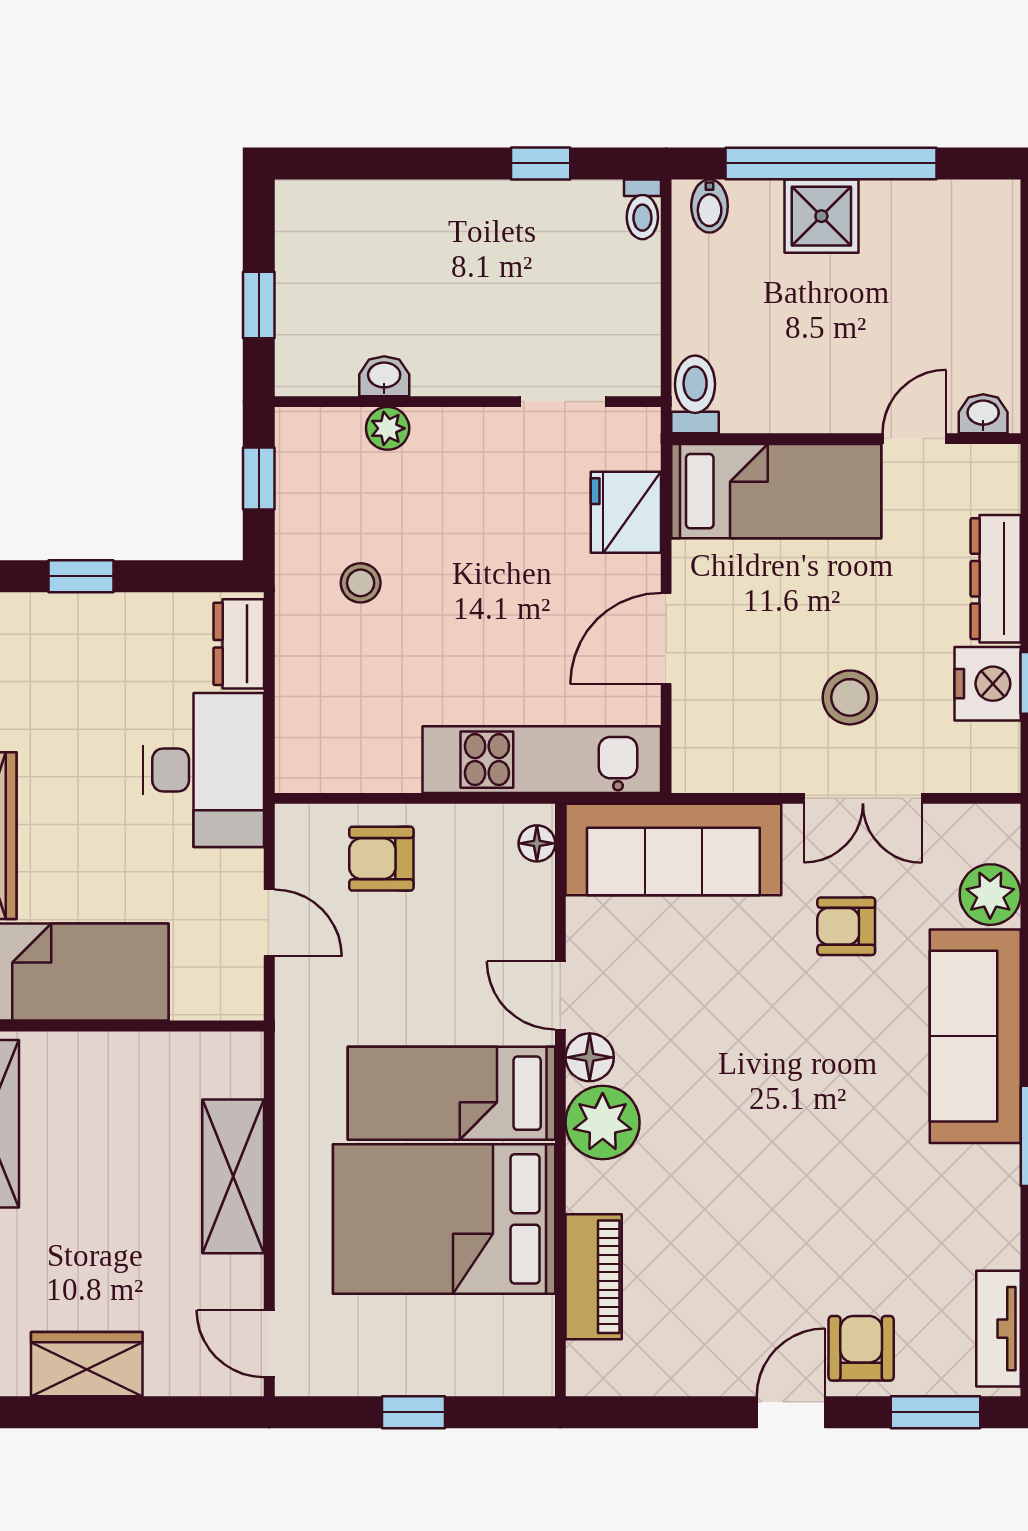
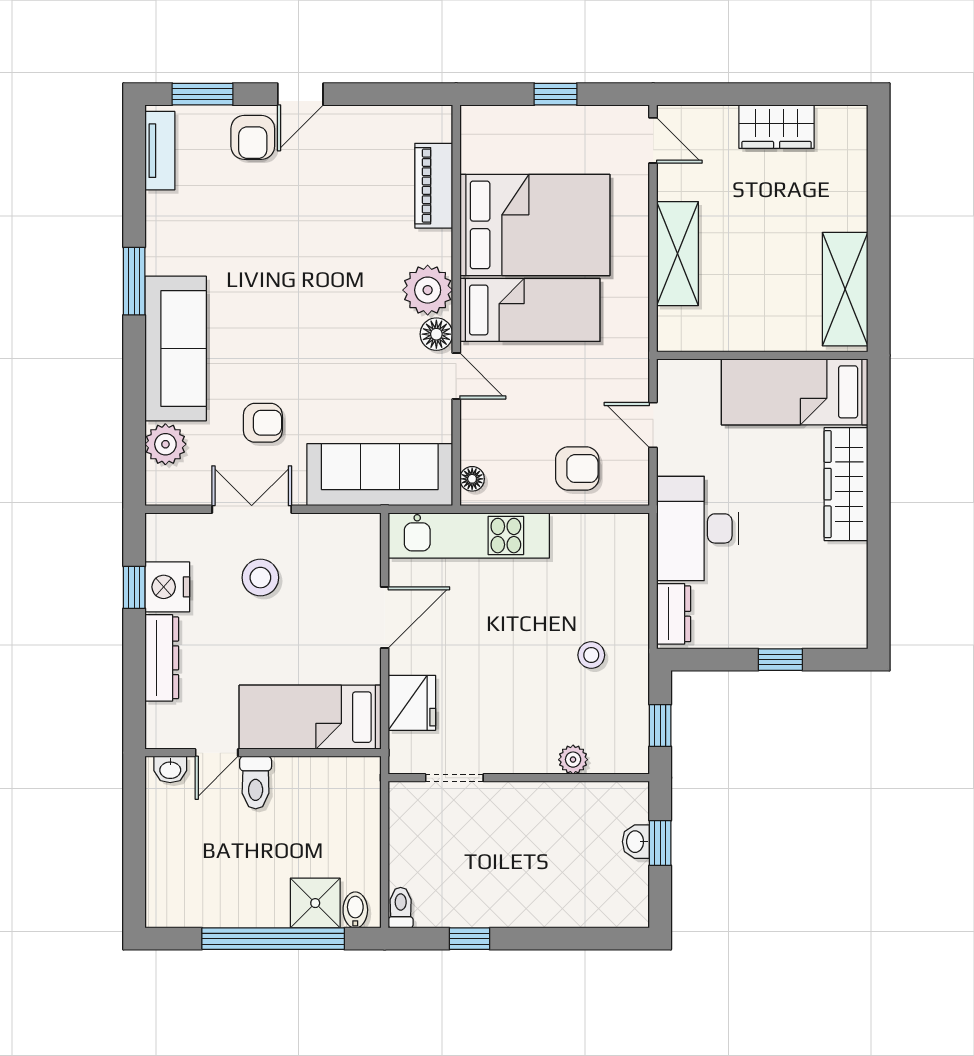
shower: (821, 216) -> (315, 903), moved
washbasin: (384, 376) -> (636, 842), moved, turned 90
toilet: (695, 394) -> (256, 783), moved

